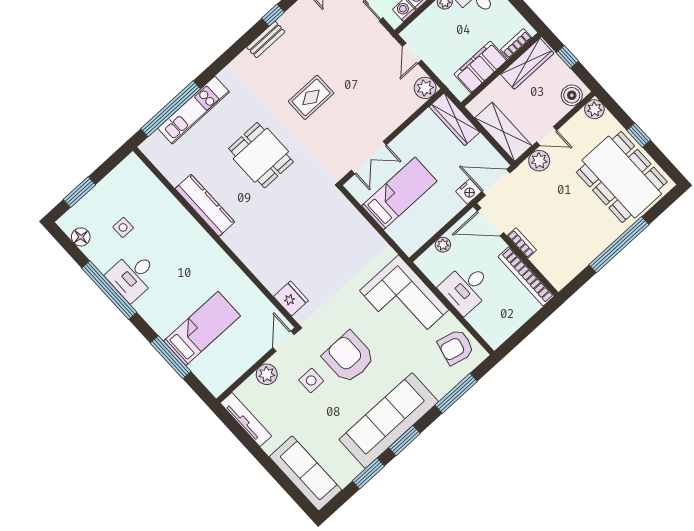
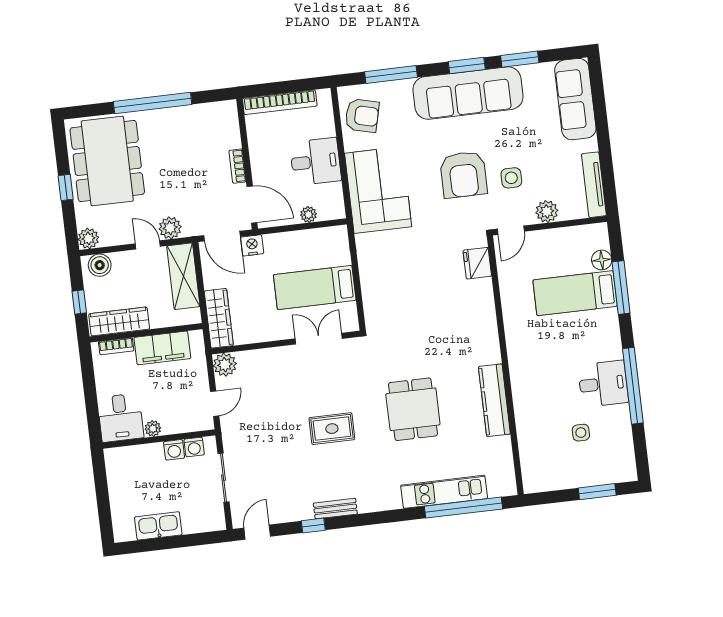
floor lamp: (81, 237) -> (602, 260), moved
bookcase: (526, 276) -> (280, 102), moved, turned 90

